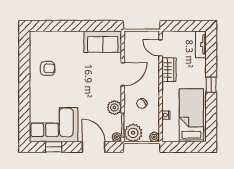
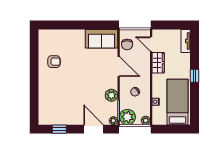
chair: (133, 48) -> (127, 44), added
door: (123, 74) -> (119, 67), hinge flipped
corner sofa: (54, 125) -> (59, 110), removed

